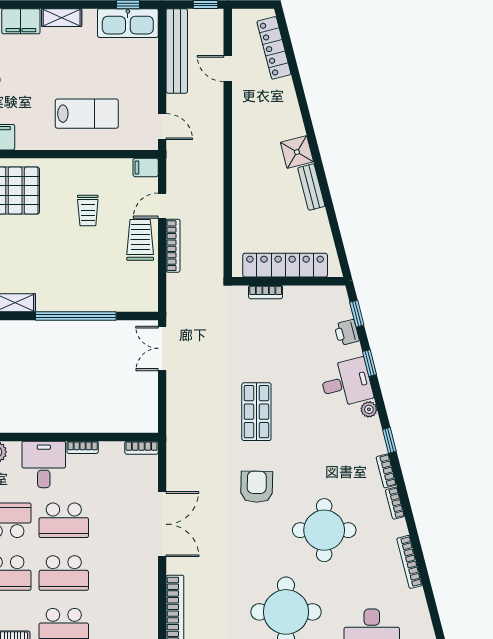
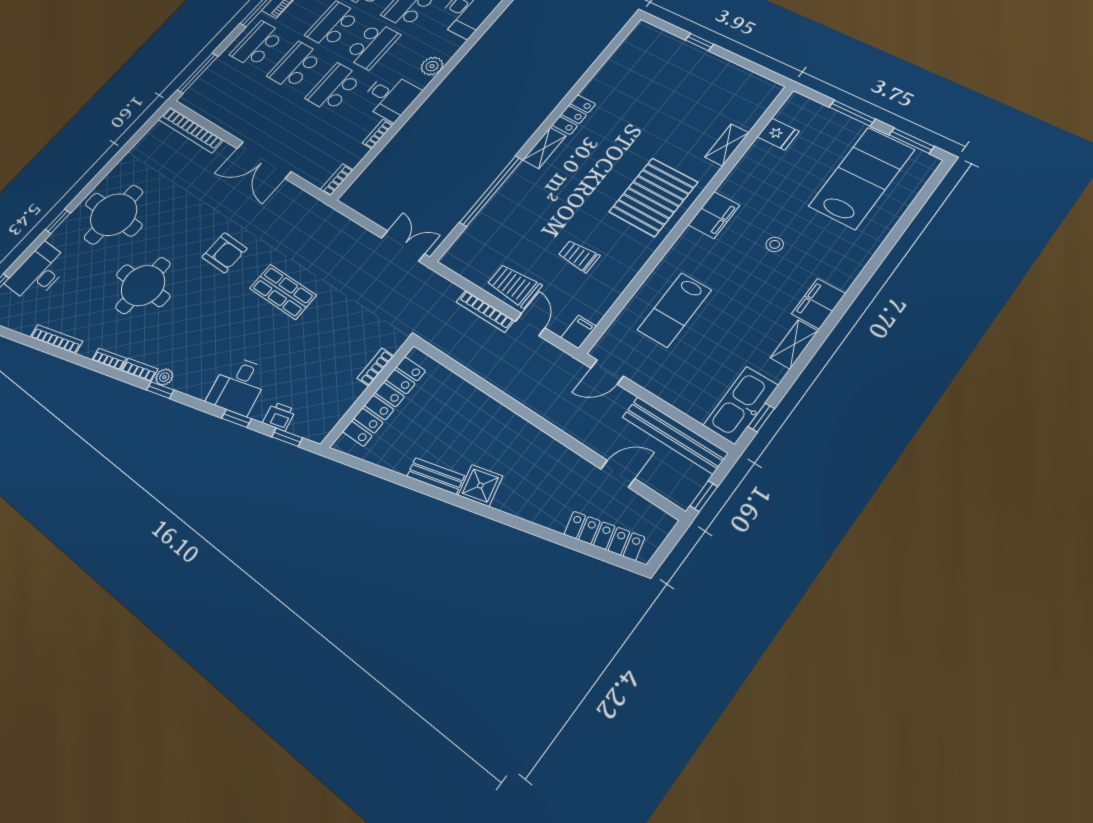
trolley: (140, 240) -> (514, 285), turned 180
plant: (369, 409) -> (164, 377), moved

